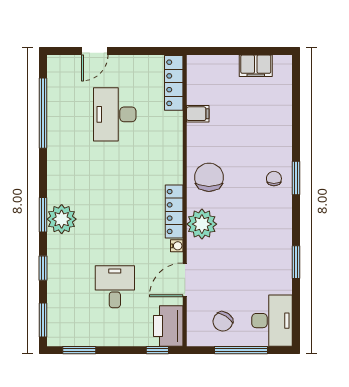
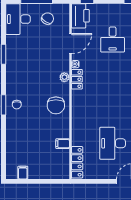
filing cabinet: (256, 66) -> (23, 173), width x0.50
desk: (115, 114) -> (113, 143), turned 180
locker: (174, 212) -> (77, 79), width x0.66
plant: (202, 224) -> (64, 77), width x0.53, depth x0.53

